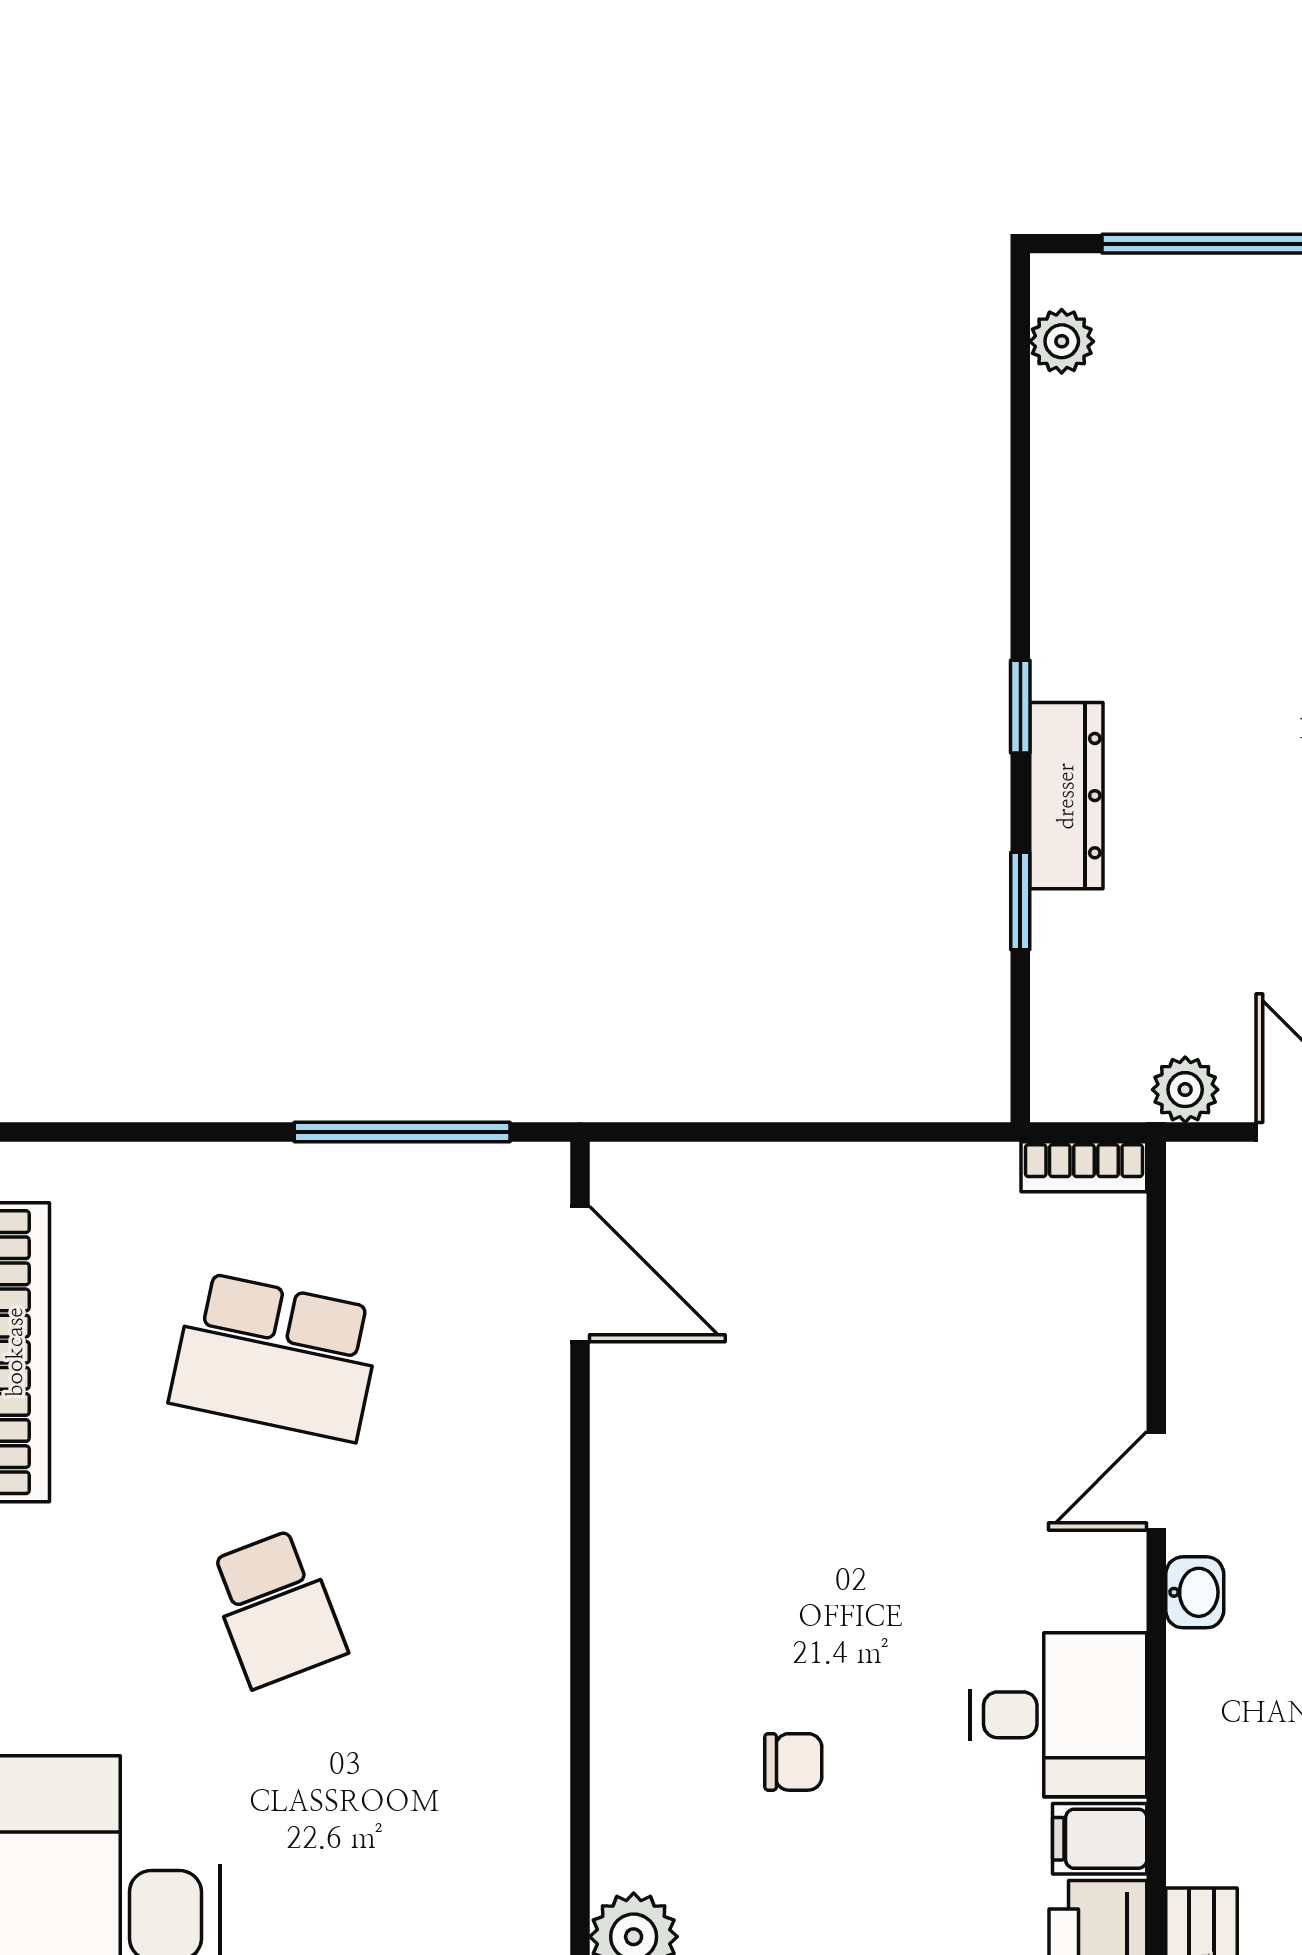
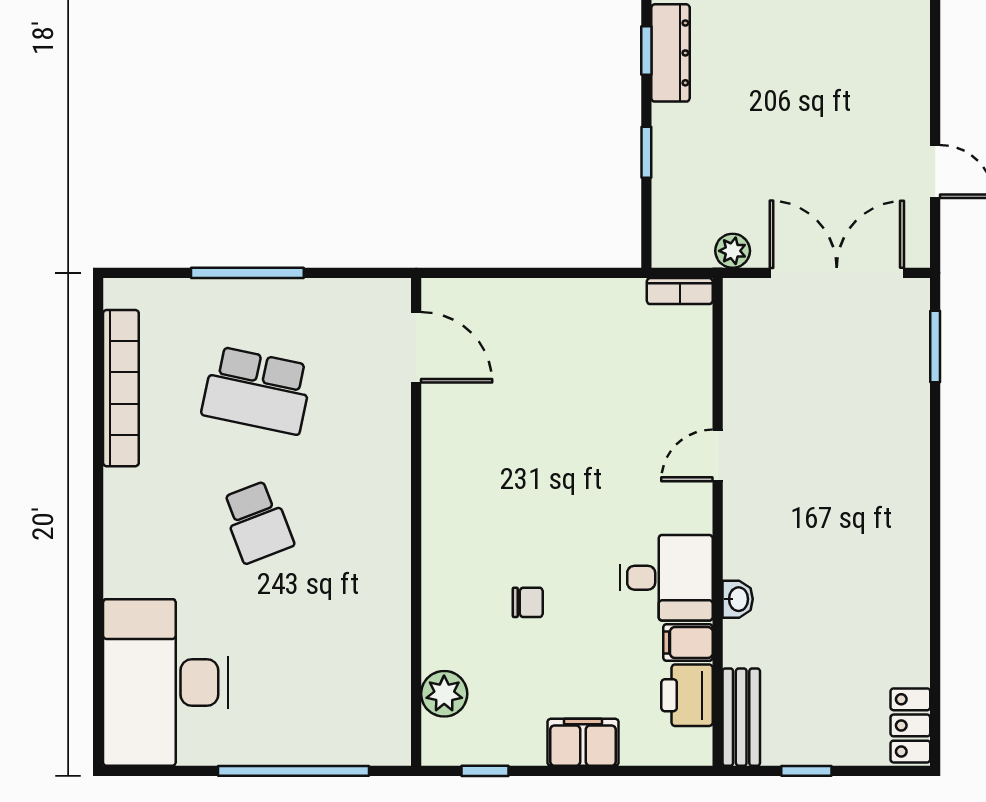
dresser: (1066, 796) -> (670, 53), moved
window: (402, 1132) -> (247, 273), moved
washbasin: (1195, 1592) -> (738, 599), moved

